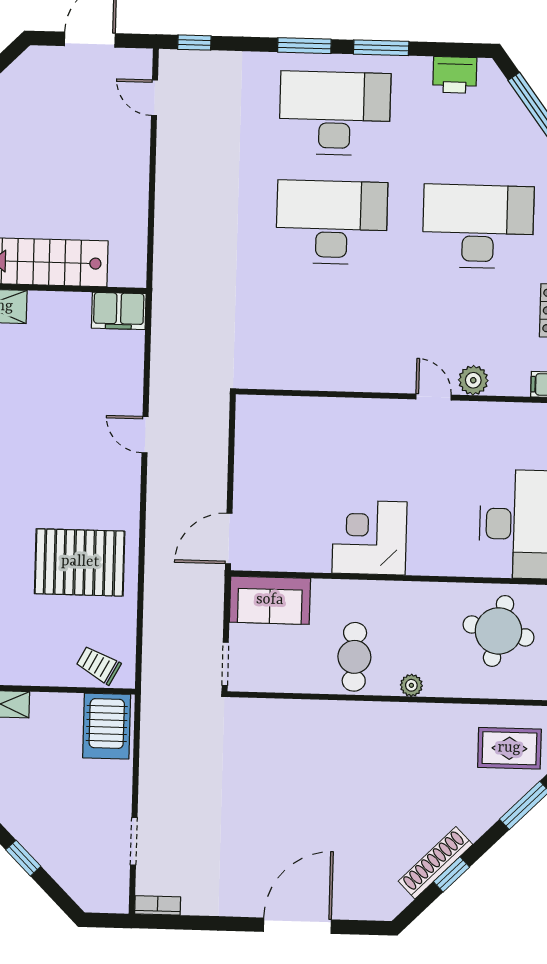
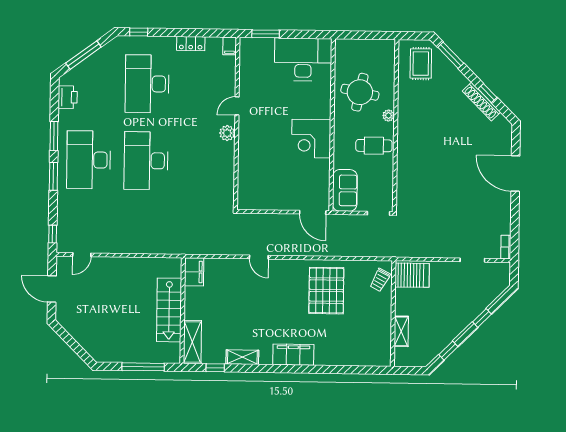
plant: (473, 380) -> (227, 133), moved
door: (145, 435) -> (259, 257), hinge flipped
round table: (499, 631) -> (360, 92), moved

